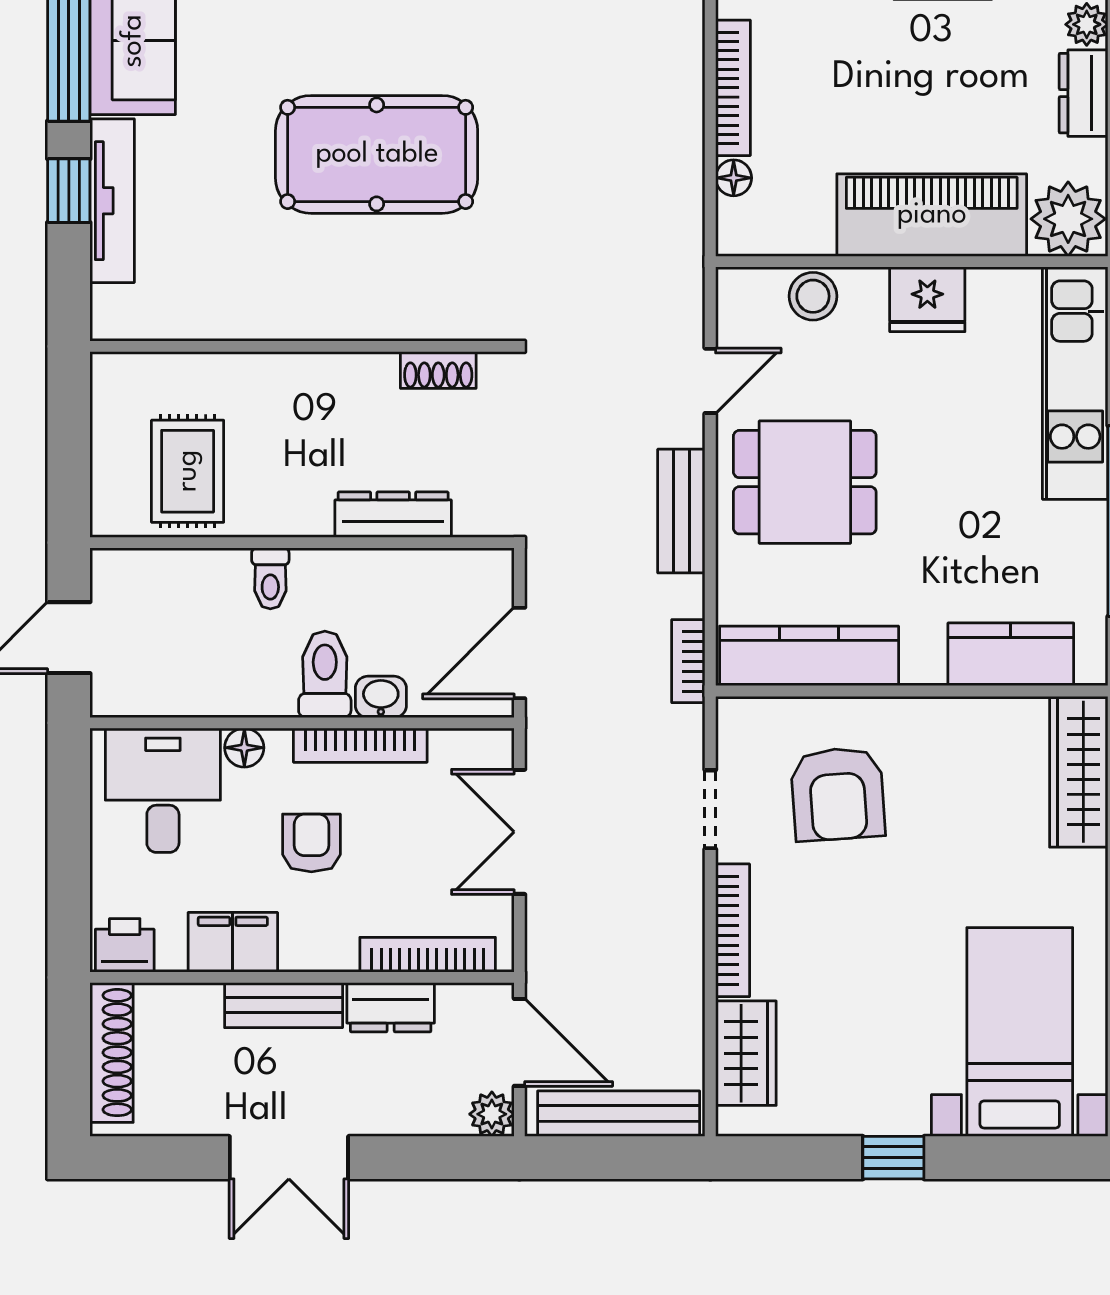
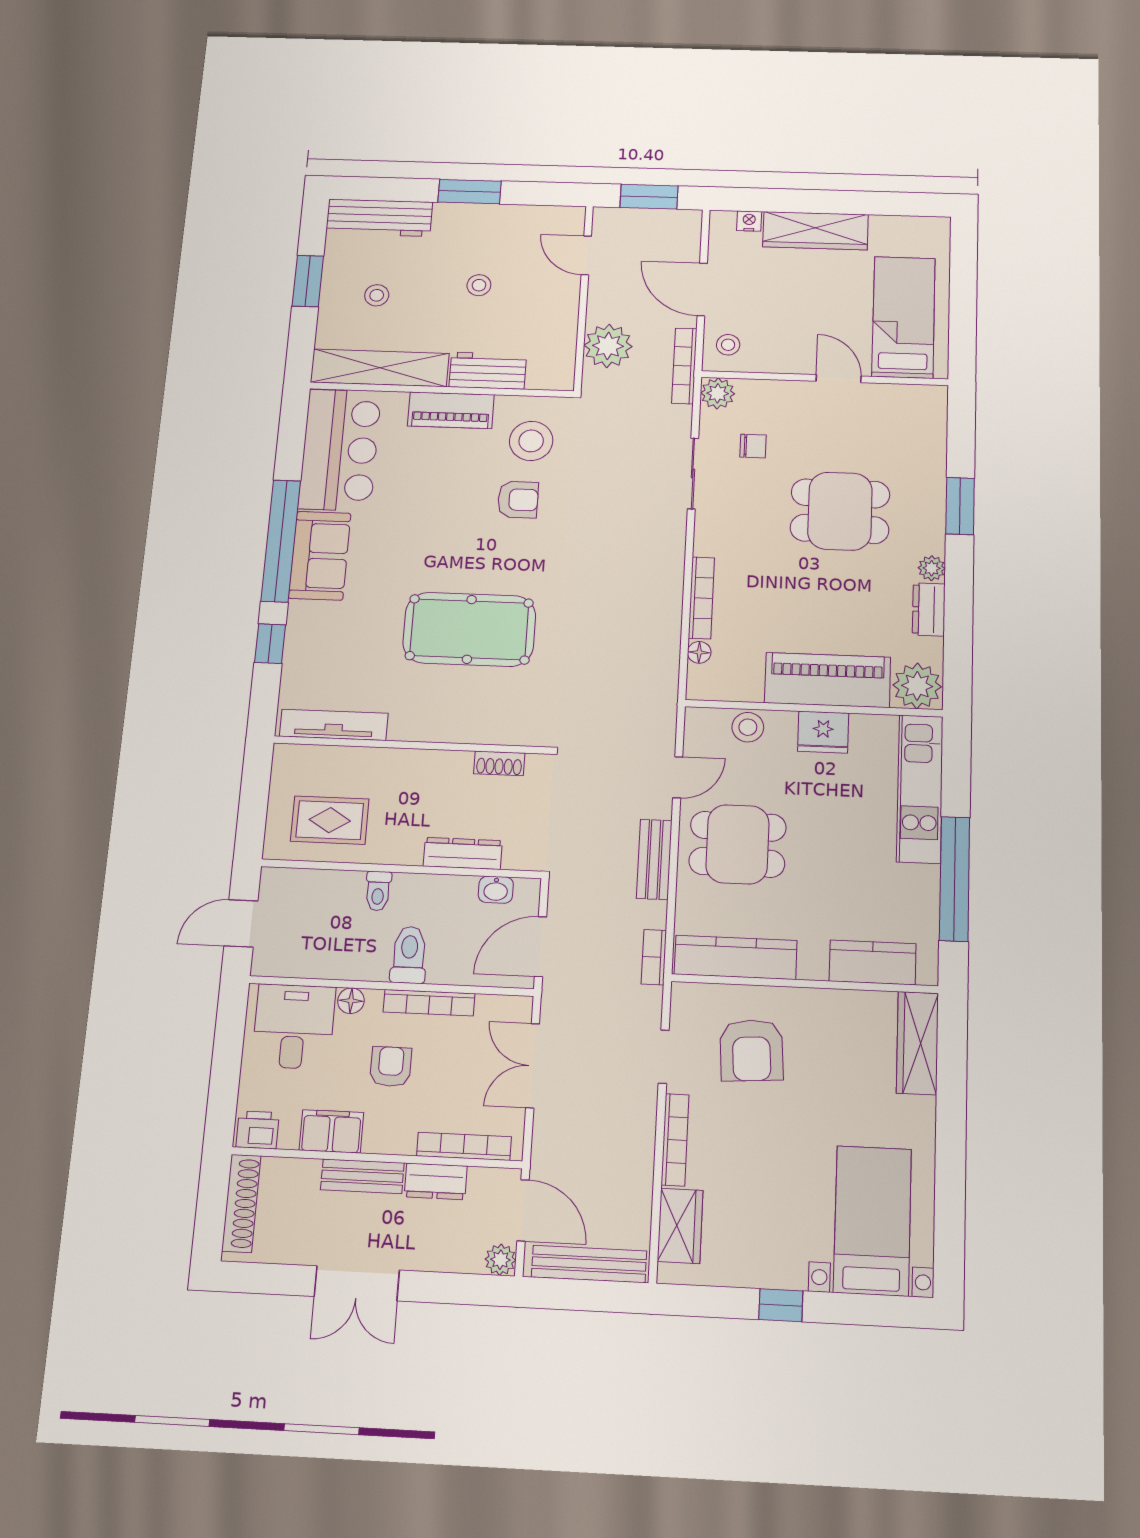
tv unit: (112, 201) -> (334, 725), moved, turned -90
rug: (188, 471) -> (330, 820), turned 90
washbasin: (381, 697) -> (496, 890), moved, turned 180

